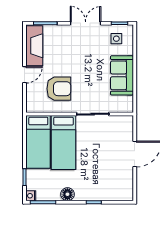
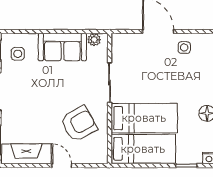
armchair: (59, 89) -> (79, 124), turned 61
plant: (128, 101) -> (94, 40), added
side table: (122, 175) -> (184, 47), added

